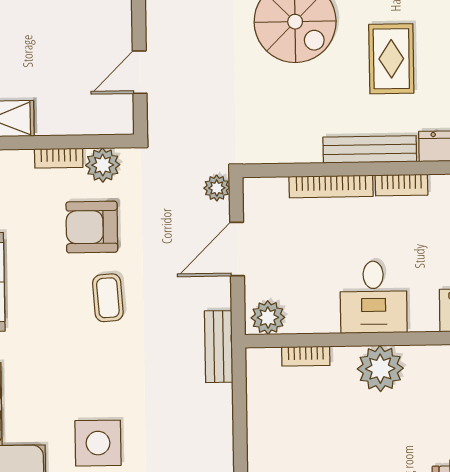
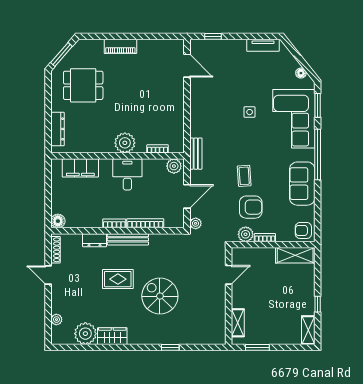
rug: (391, 59) -> (118, 279), turned 90
side table: (98, 443) -> (250, 112), width x0.54, depth x0.54

